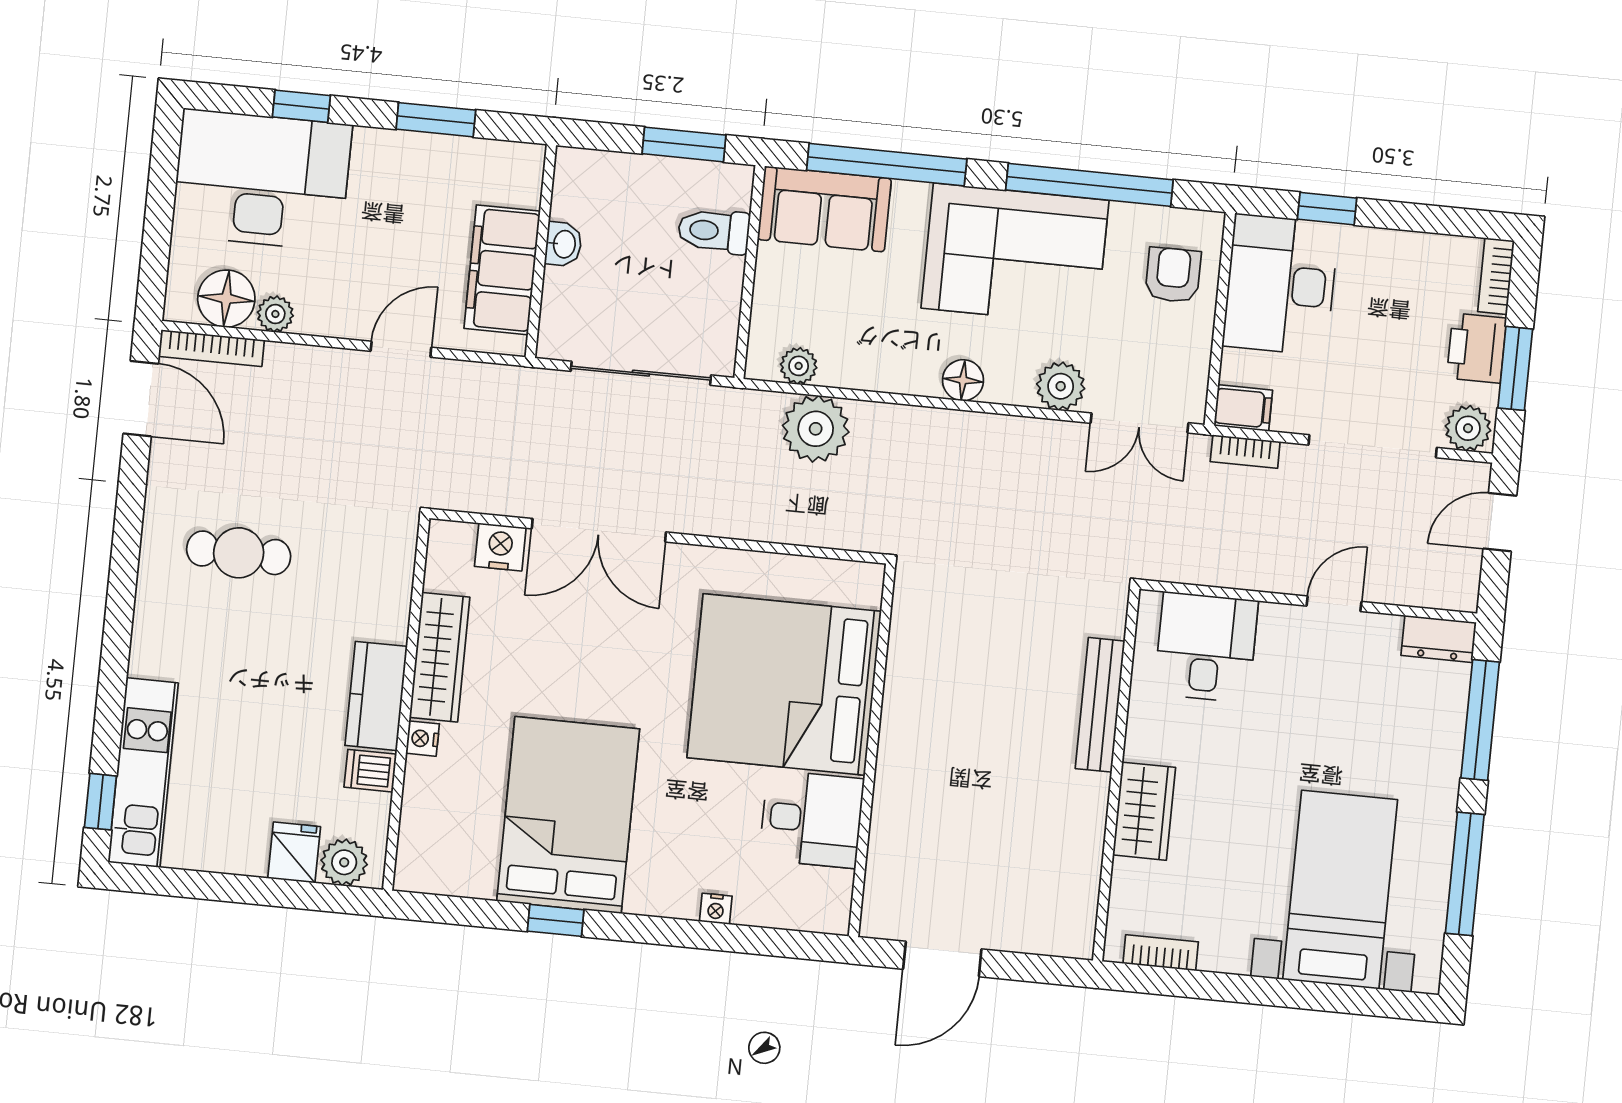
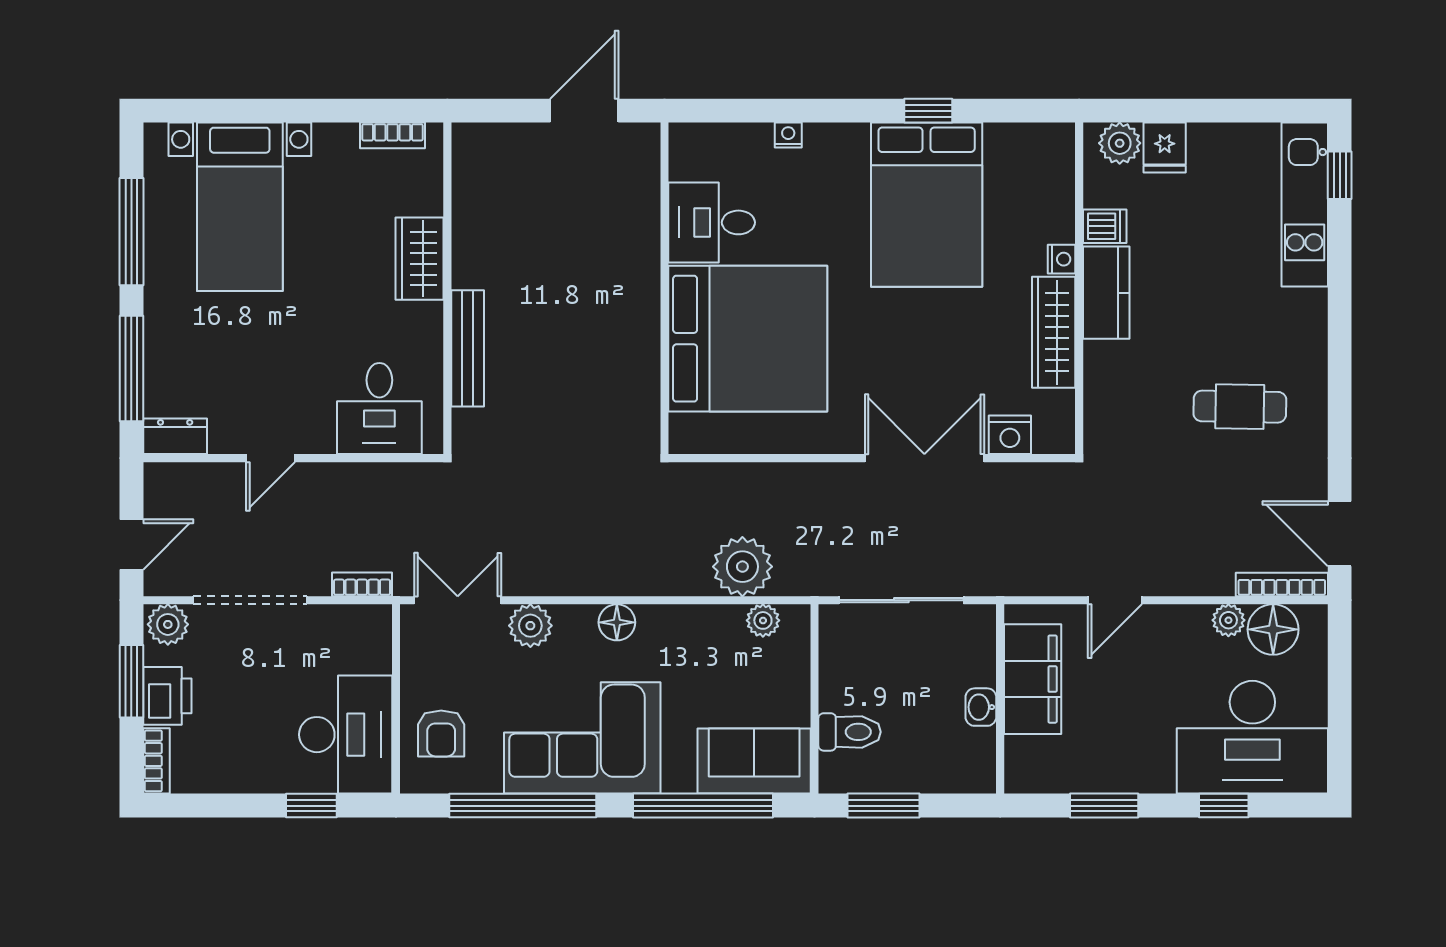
filing cabinet: (1243, 408) -> (368, 622), removed

